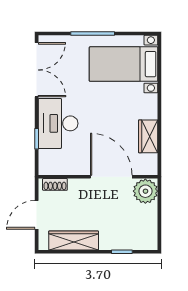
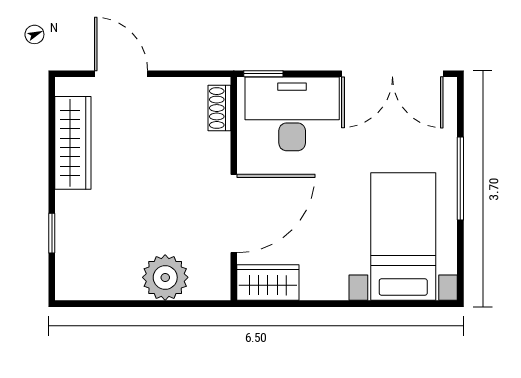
wall: (98, 177) -> (234, 189), moved
door: (111, 177) -> (234, 213), moved
shoe rack: (55, 184) -> (219, 108), moved

